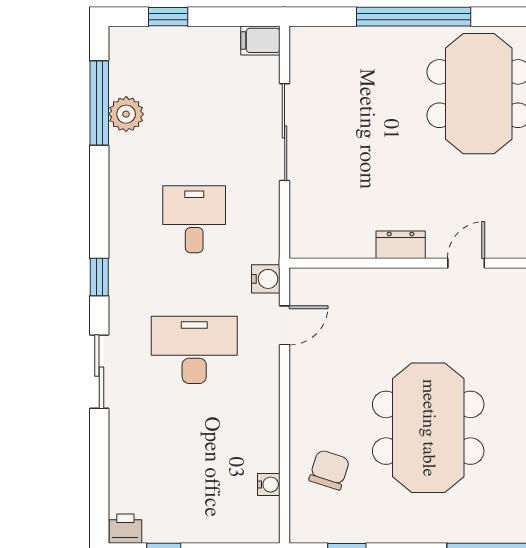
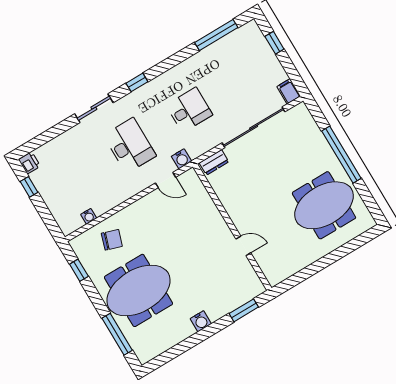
plant: (126, 114) -> (218, 50), removed
sliding door: (285, 132) -> (254, 127), width x1.36
dresser: (401, 245) -> (214, 162), moved, turned 90
meeting table: (428, 428) -> (139, 290), moved

